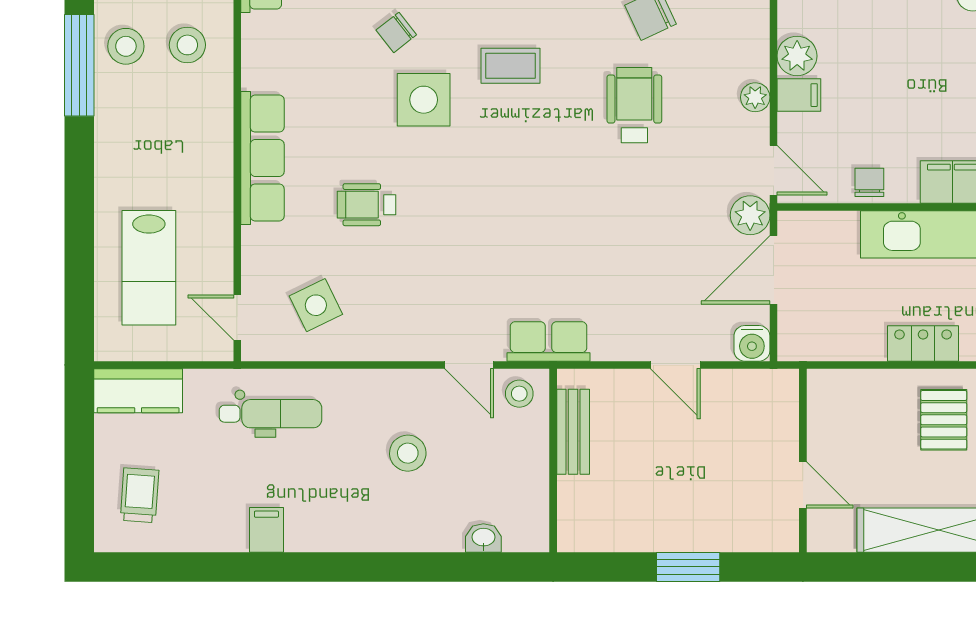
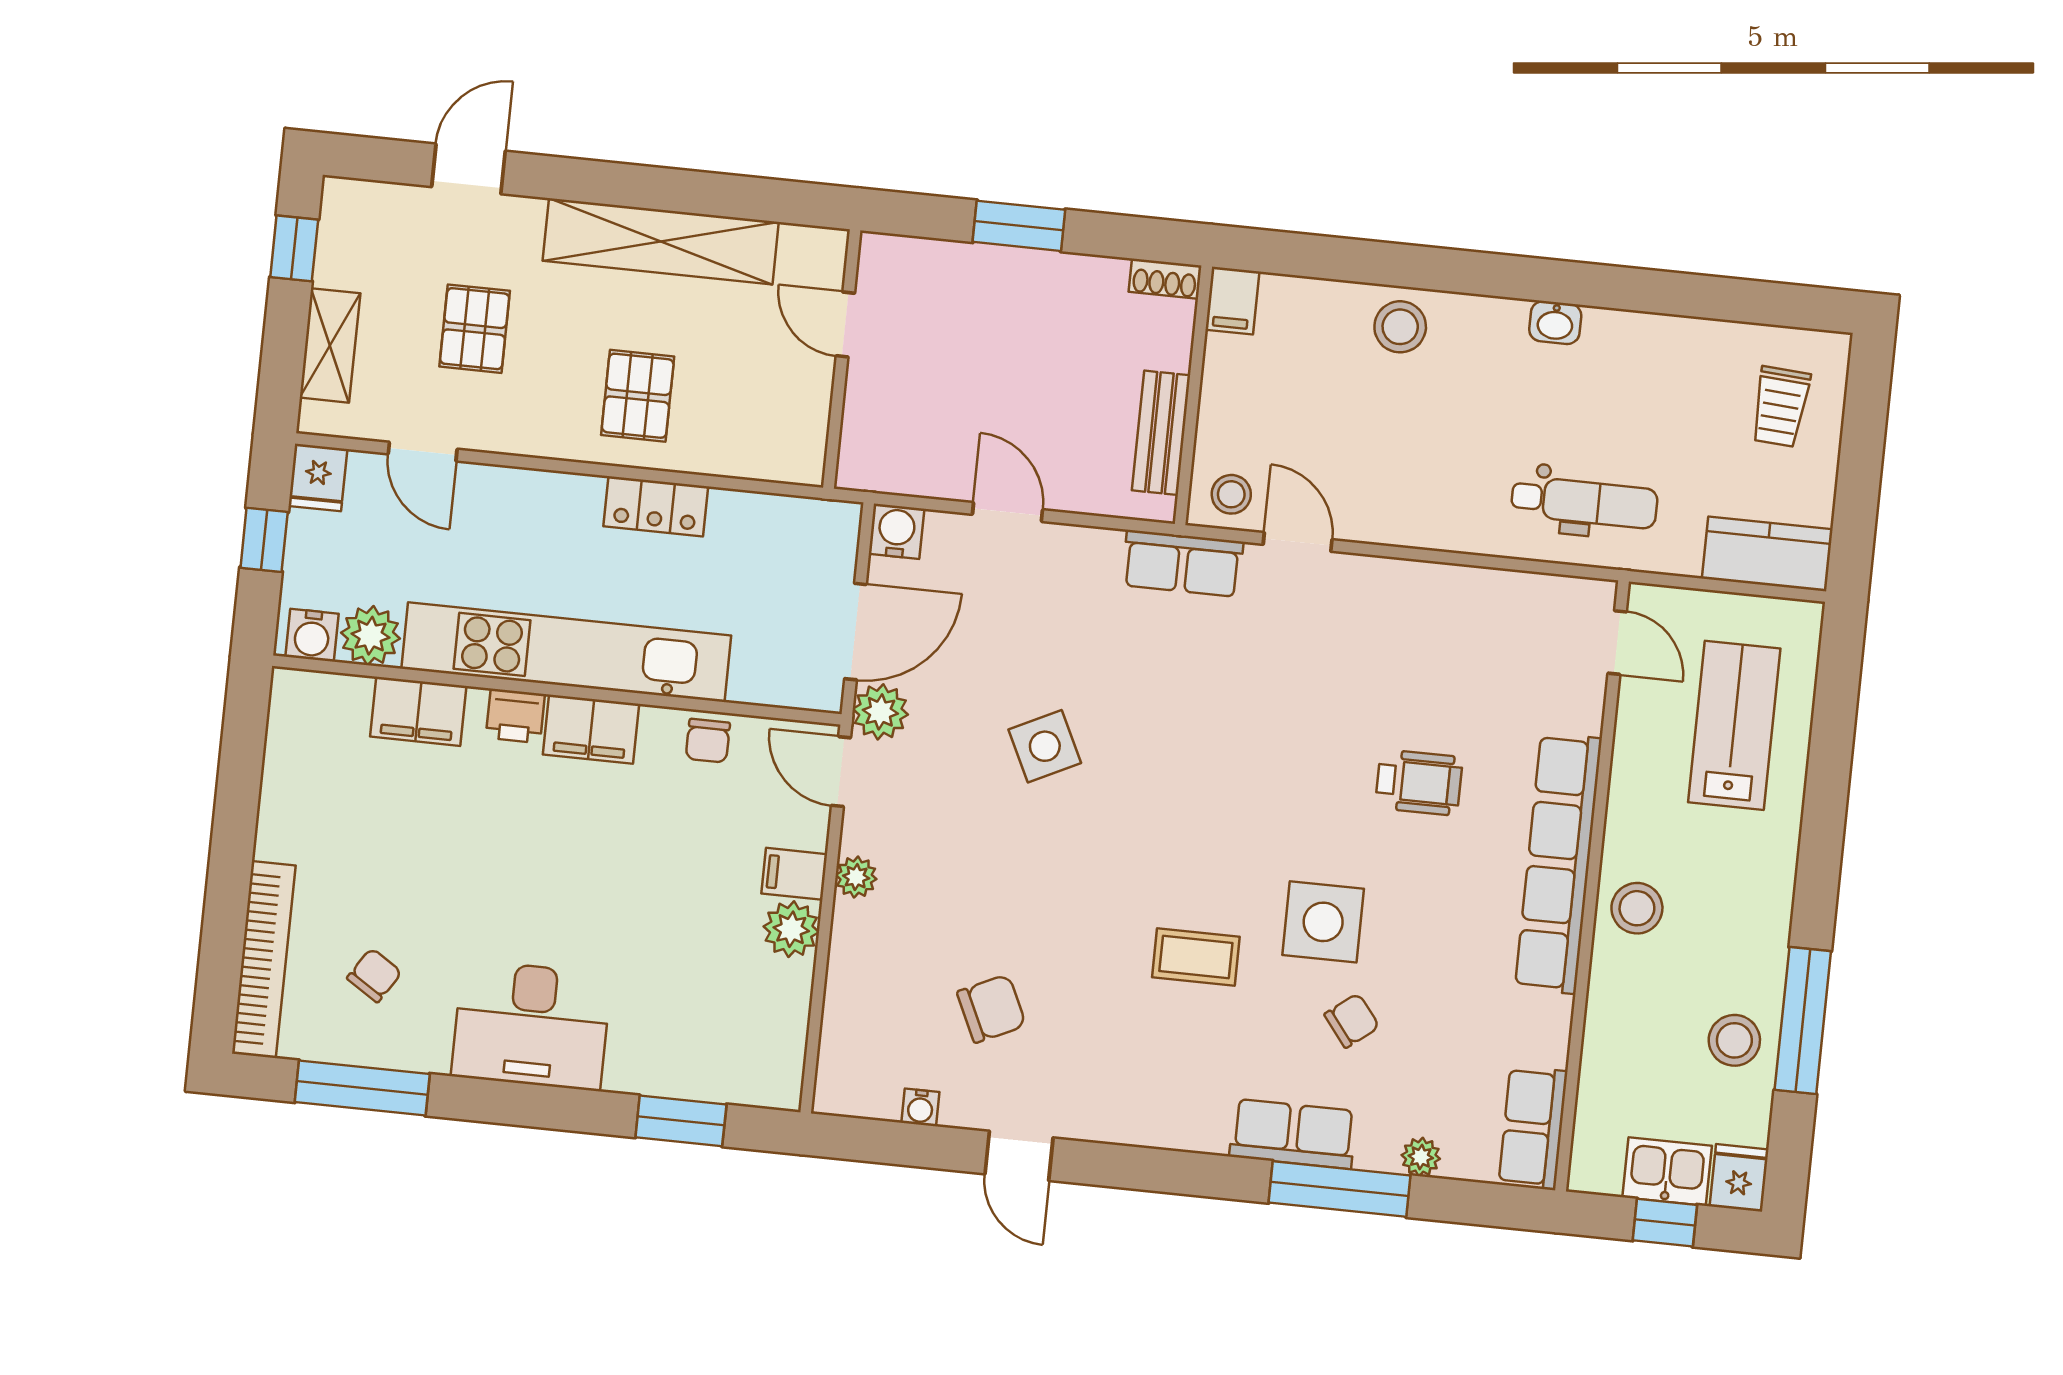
stool: (187, 45) -> (1637, 908), moved
wheelchair: (634, 105) -> (1027, 884), removed
row of seats: (262, 158) -> (1558, 863), width x1.36
side table: (316, 305) -> (1045, 746), moved
dental chair: (271, 414) -> (1584, 502), turned 180
stool: (408, 453) -> (1400, 327), moved
filing cabinet: (266, 530) -> (1232, 301), moved
washbasin: (483, 538) -> (1555, 323), moved
shoe rack: (582, 540) -> (1165, 279), added

